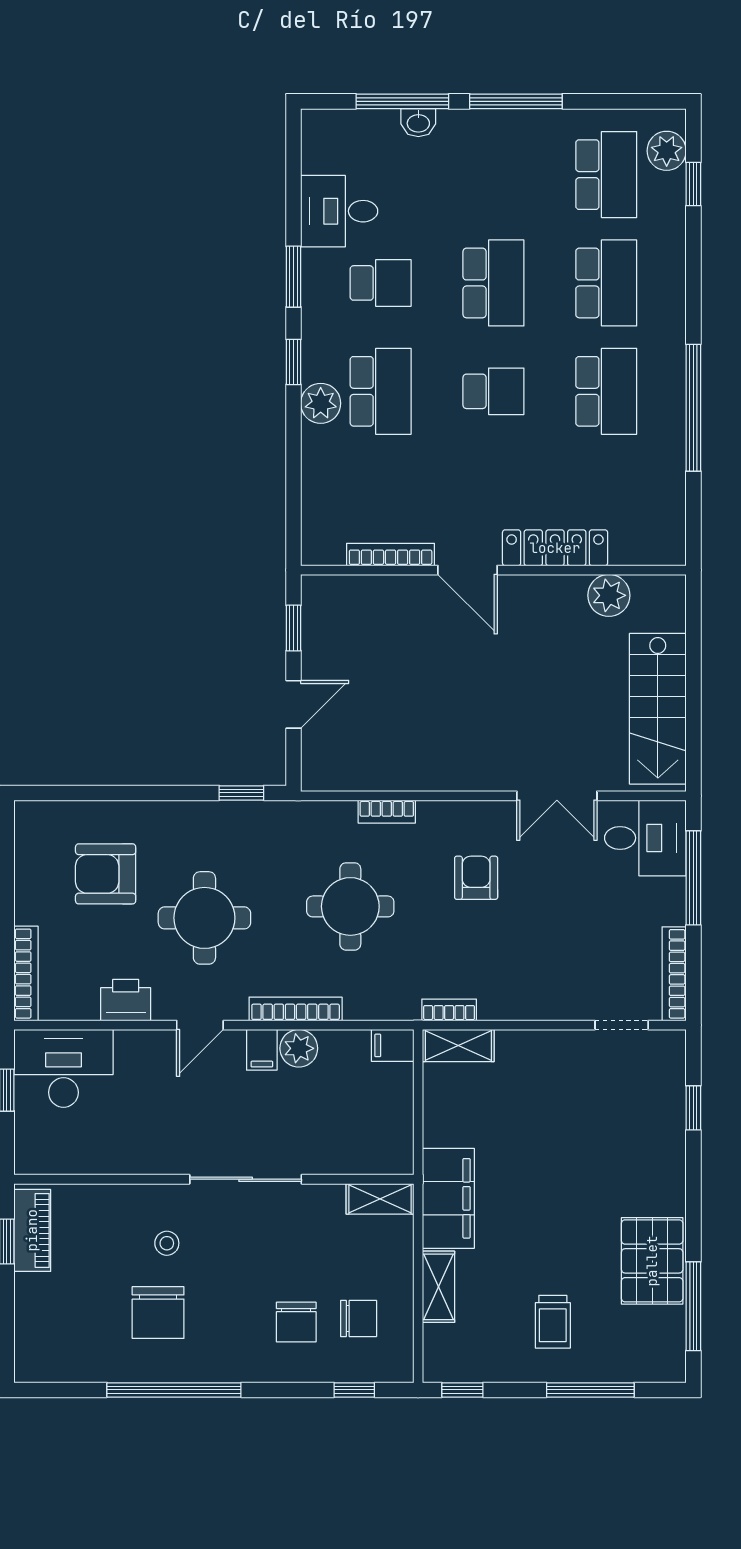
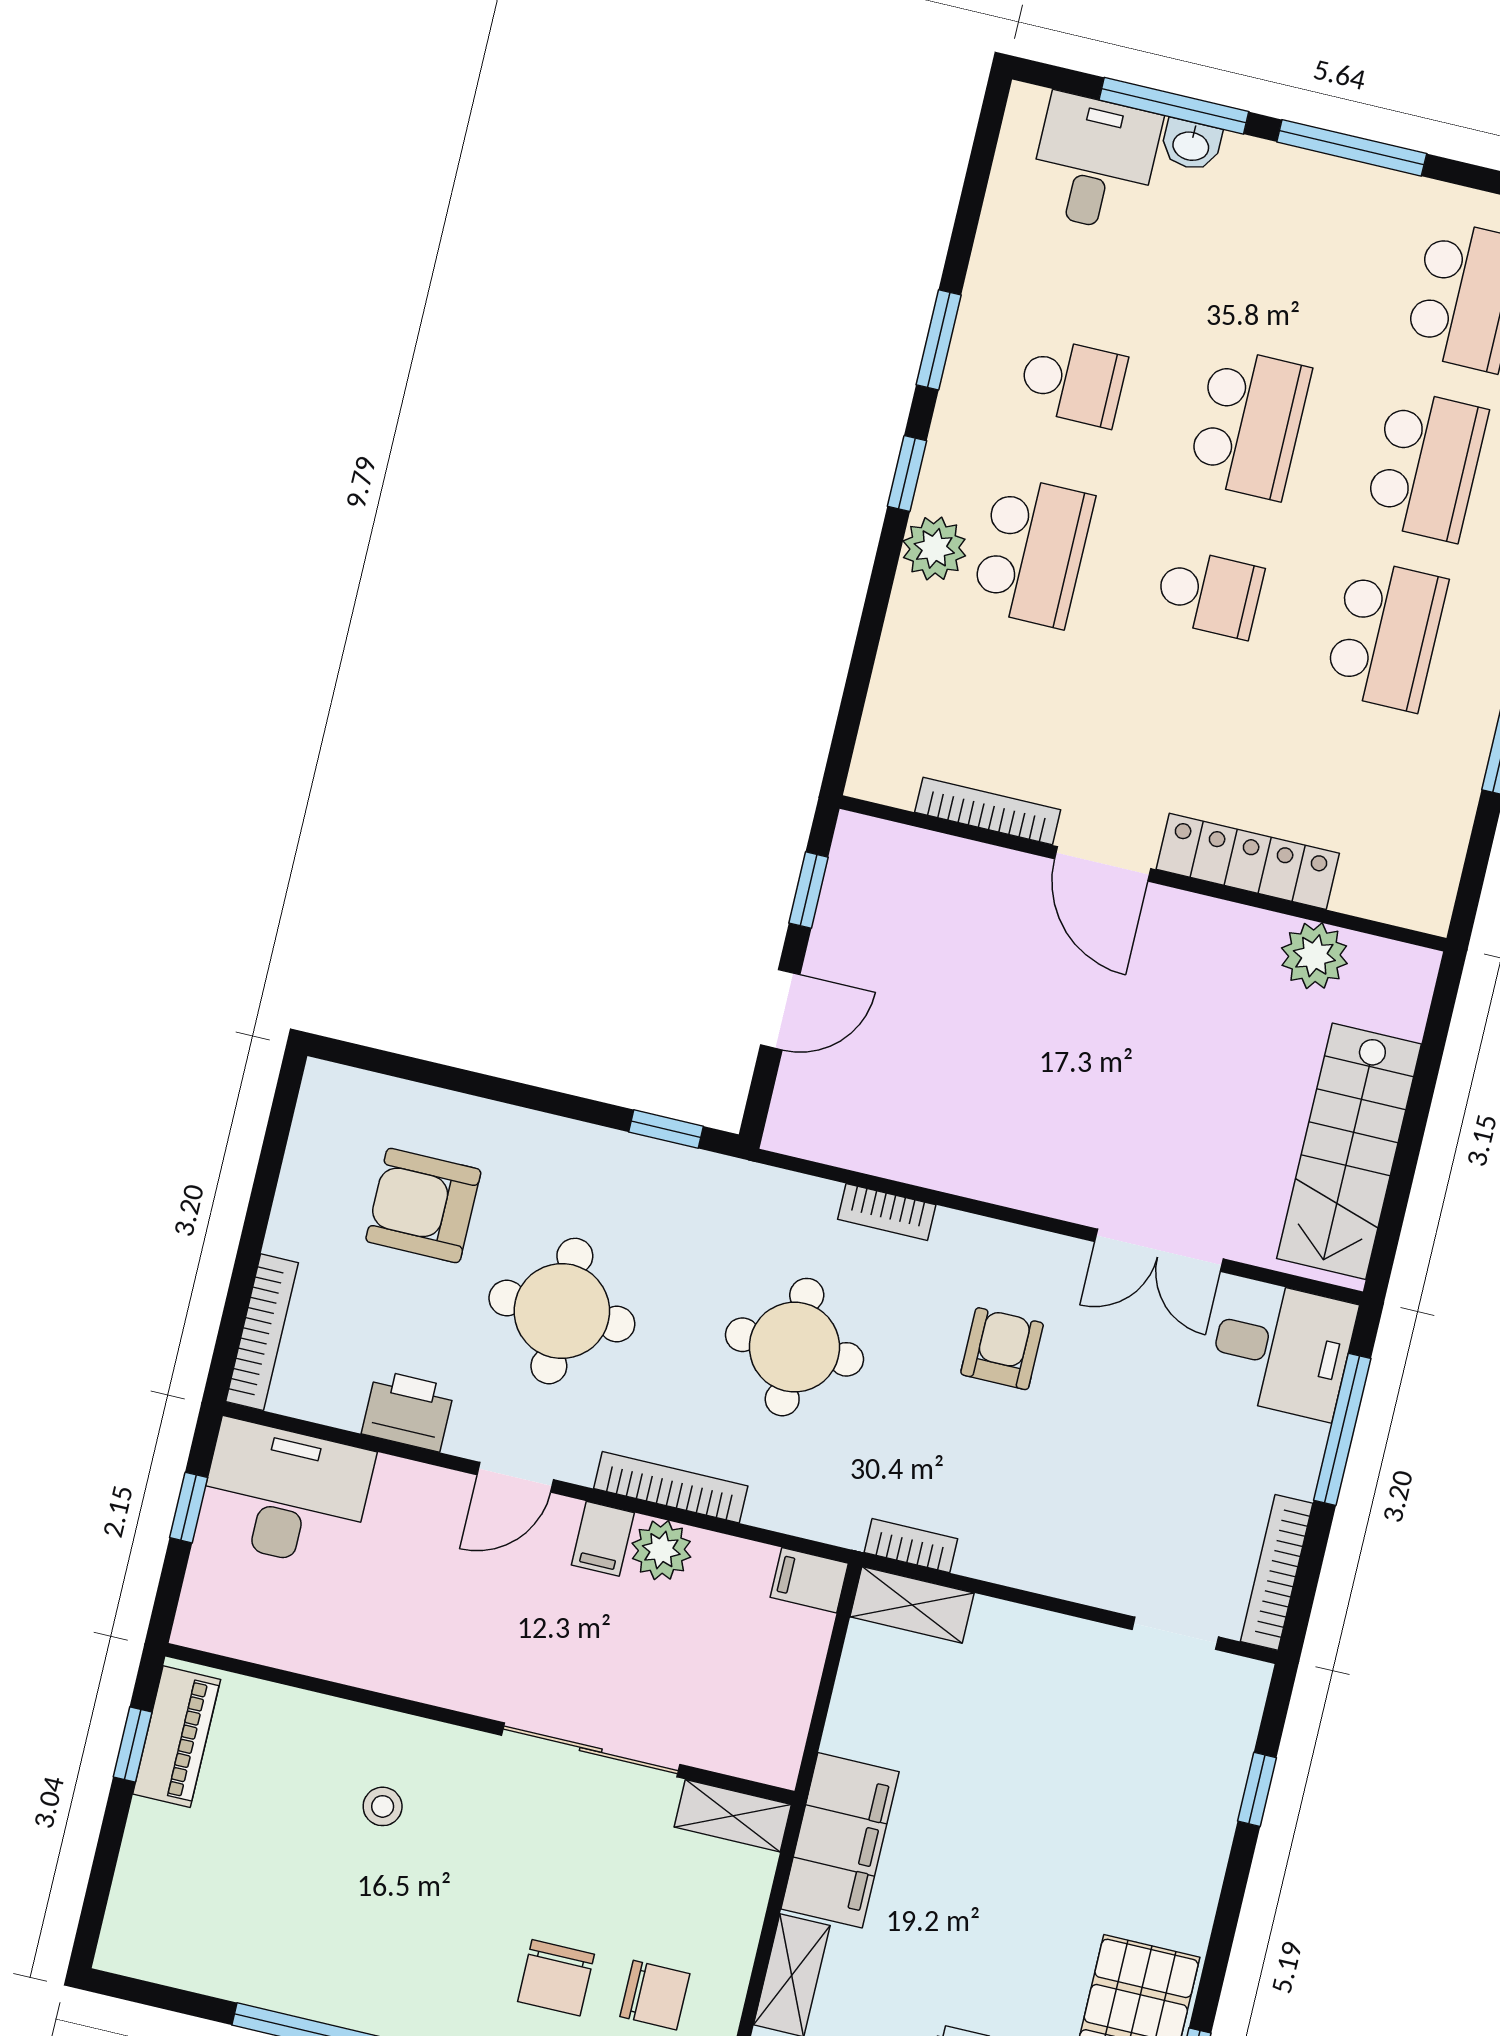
desk: (339, 211) -> (1094, 163), moved, turned 90
sliding door: (246, 1179) -> (591, 1750), moved
chair: (158, 1313) -> (343, 1912), removed

